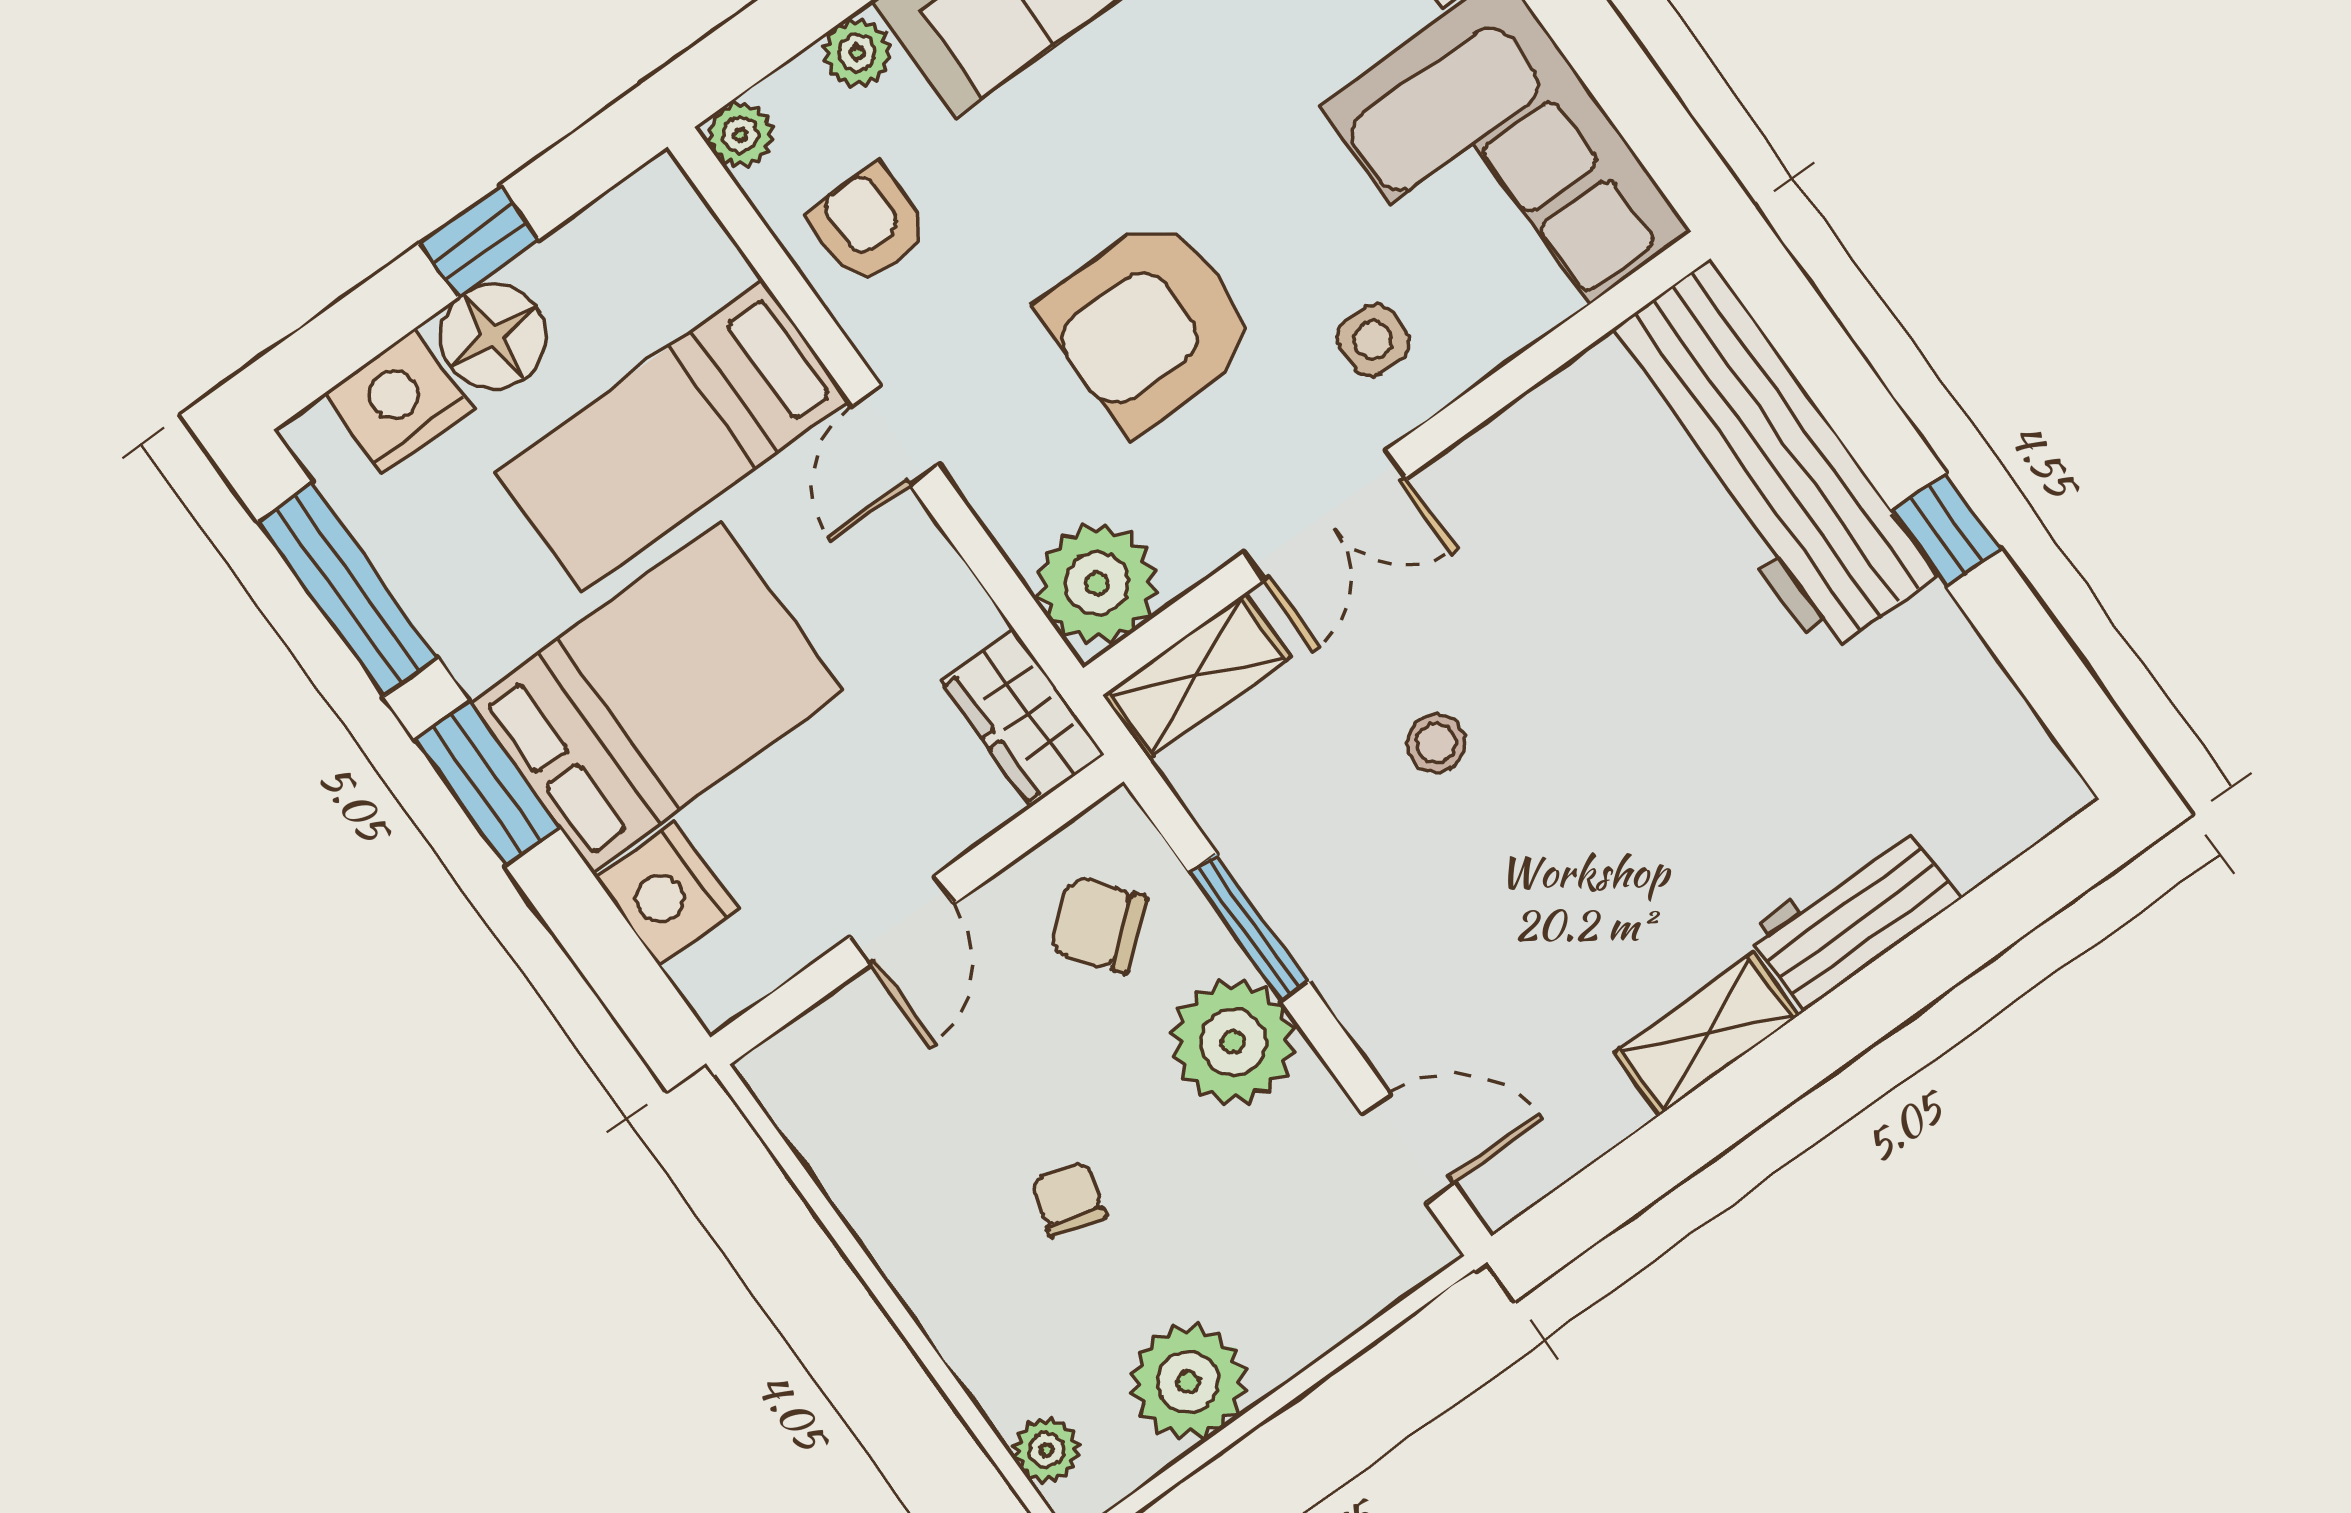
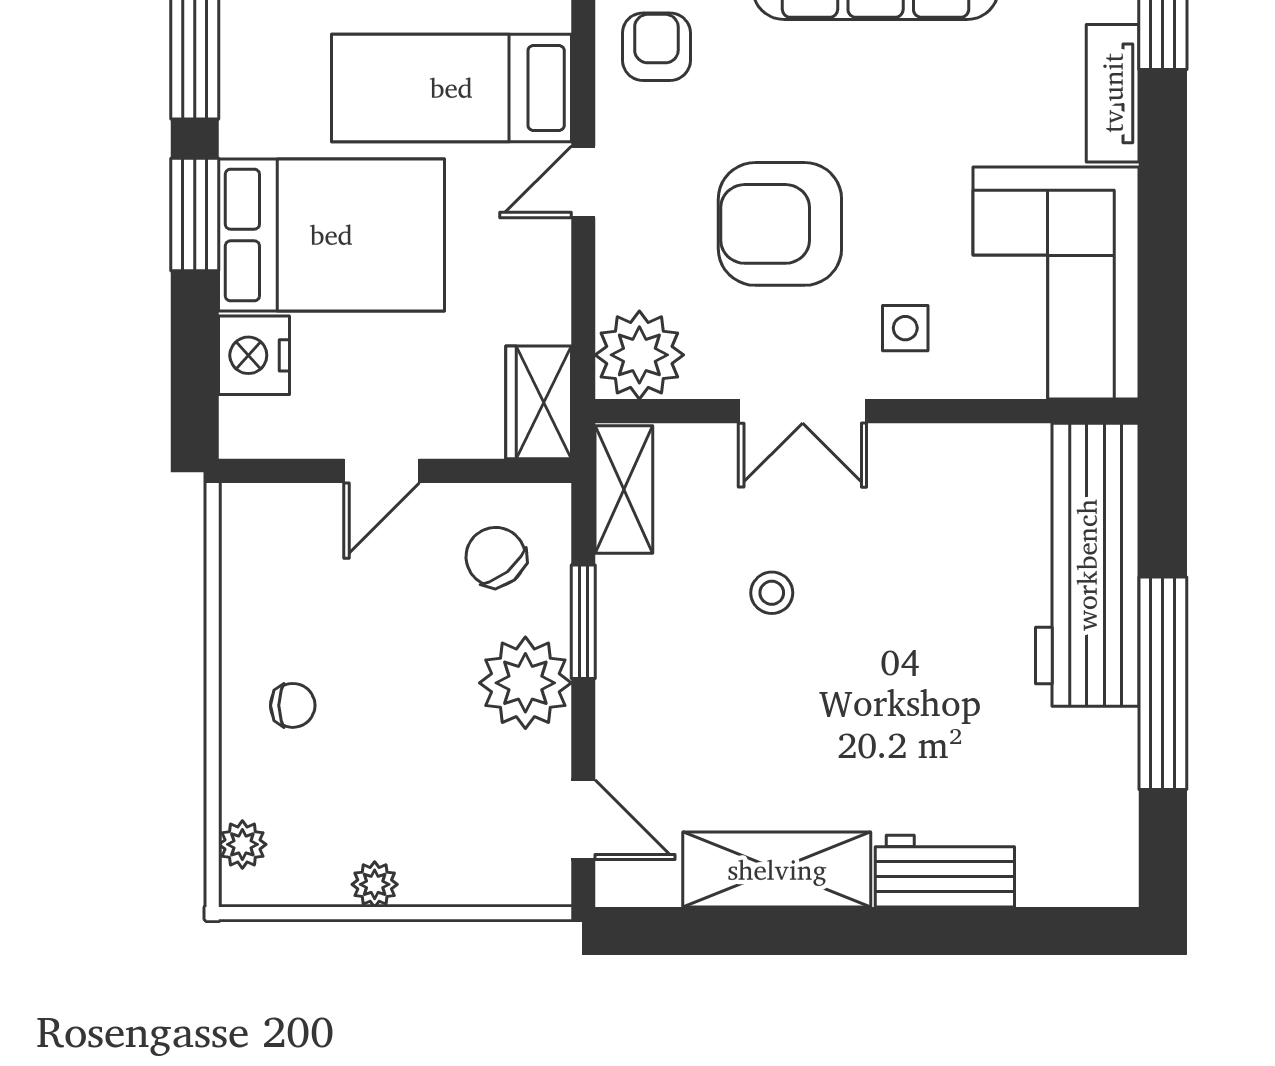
window: (1946, 530) -> (1163, 683), width x3.17
shelving: (1197, 676) -> (624, 490), moved, turned 90
shelving: (1707, 1034) -> (777, 870), width x1.50, depth x1.33
chair: (1069, 1199) -> (293, 705), moved, turned 74
plant: (1188, 1382) -> (375, 884), width x0.53, depth x0.53

